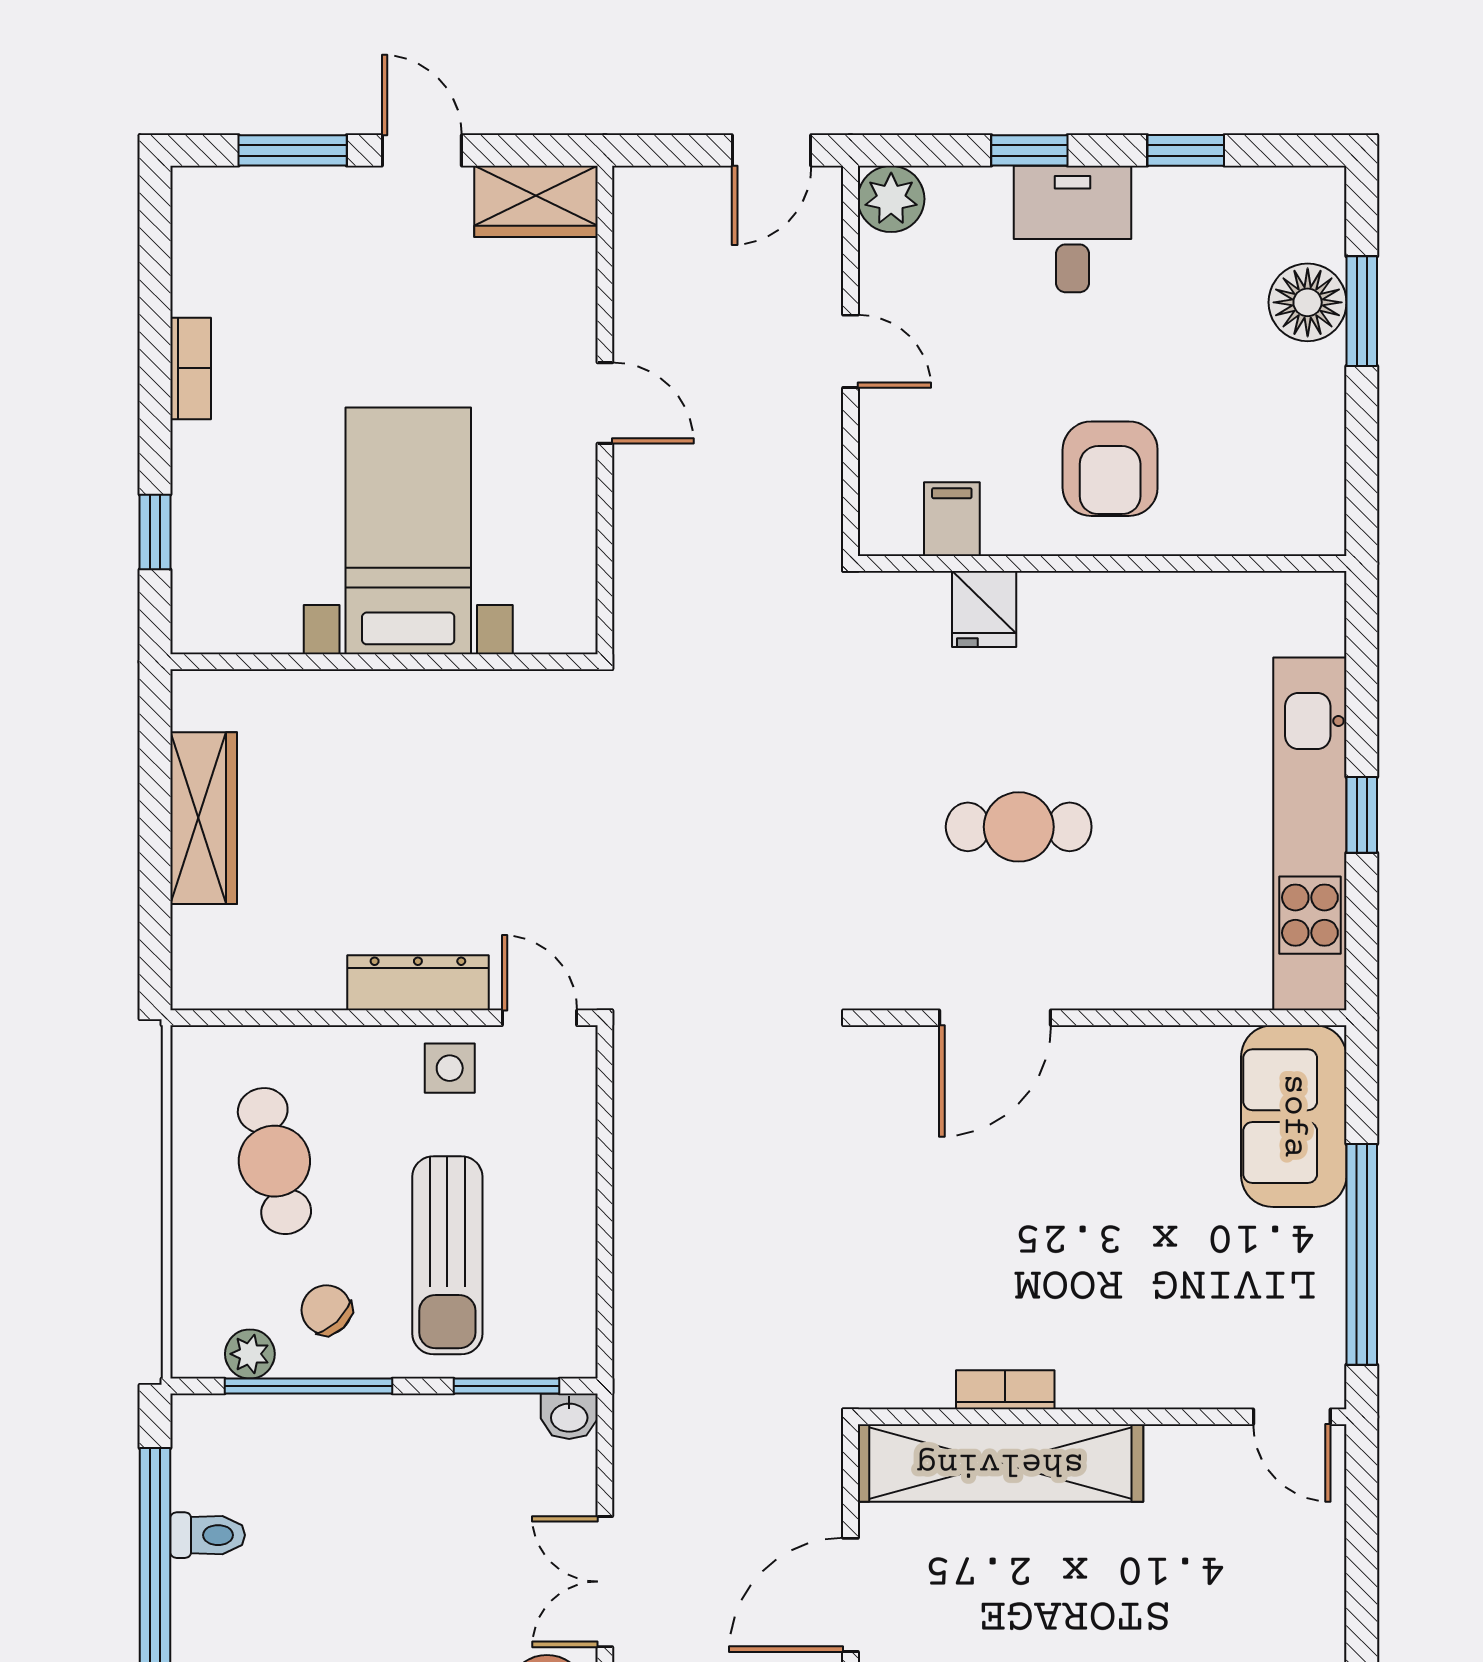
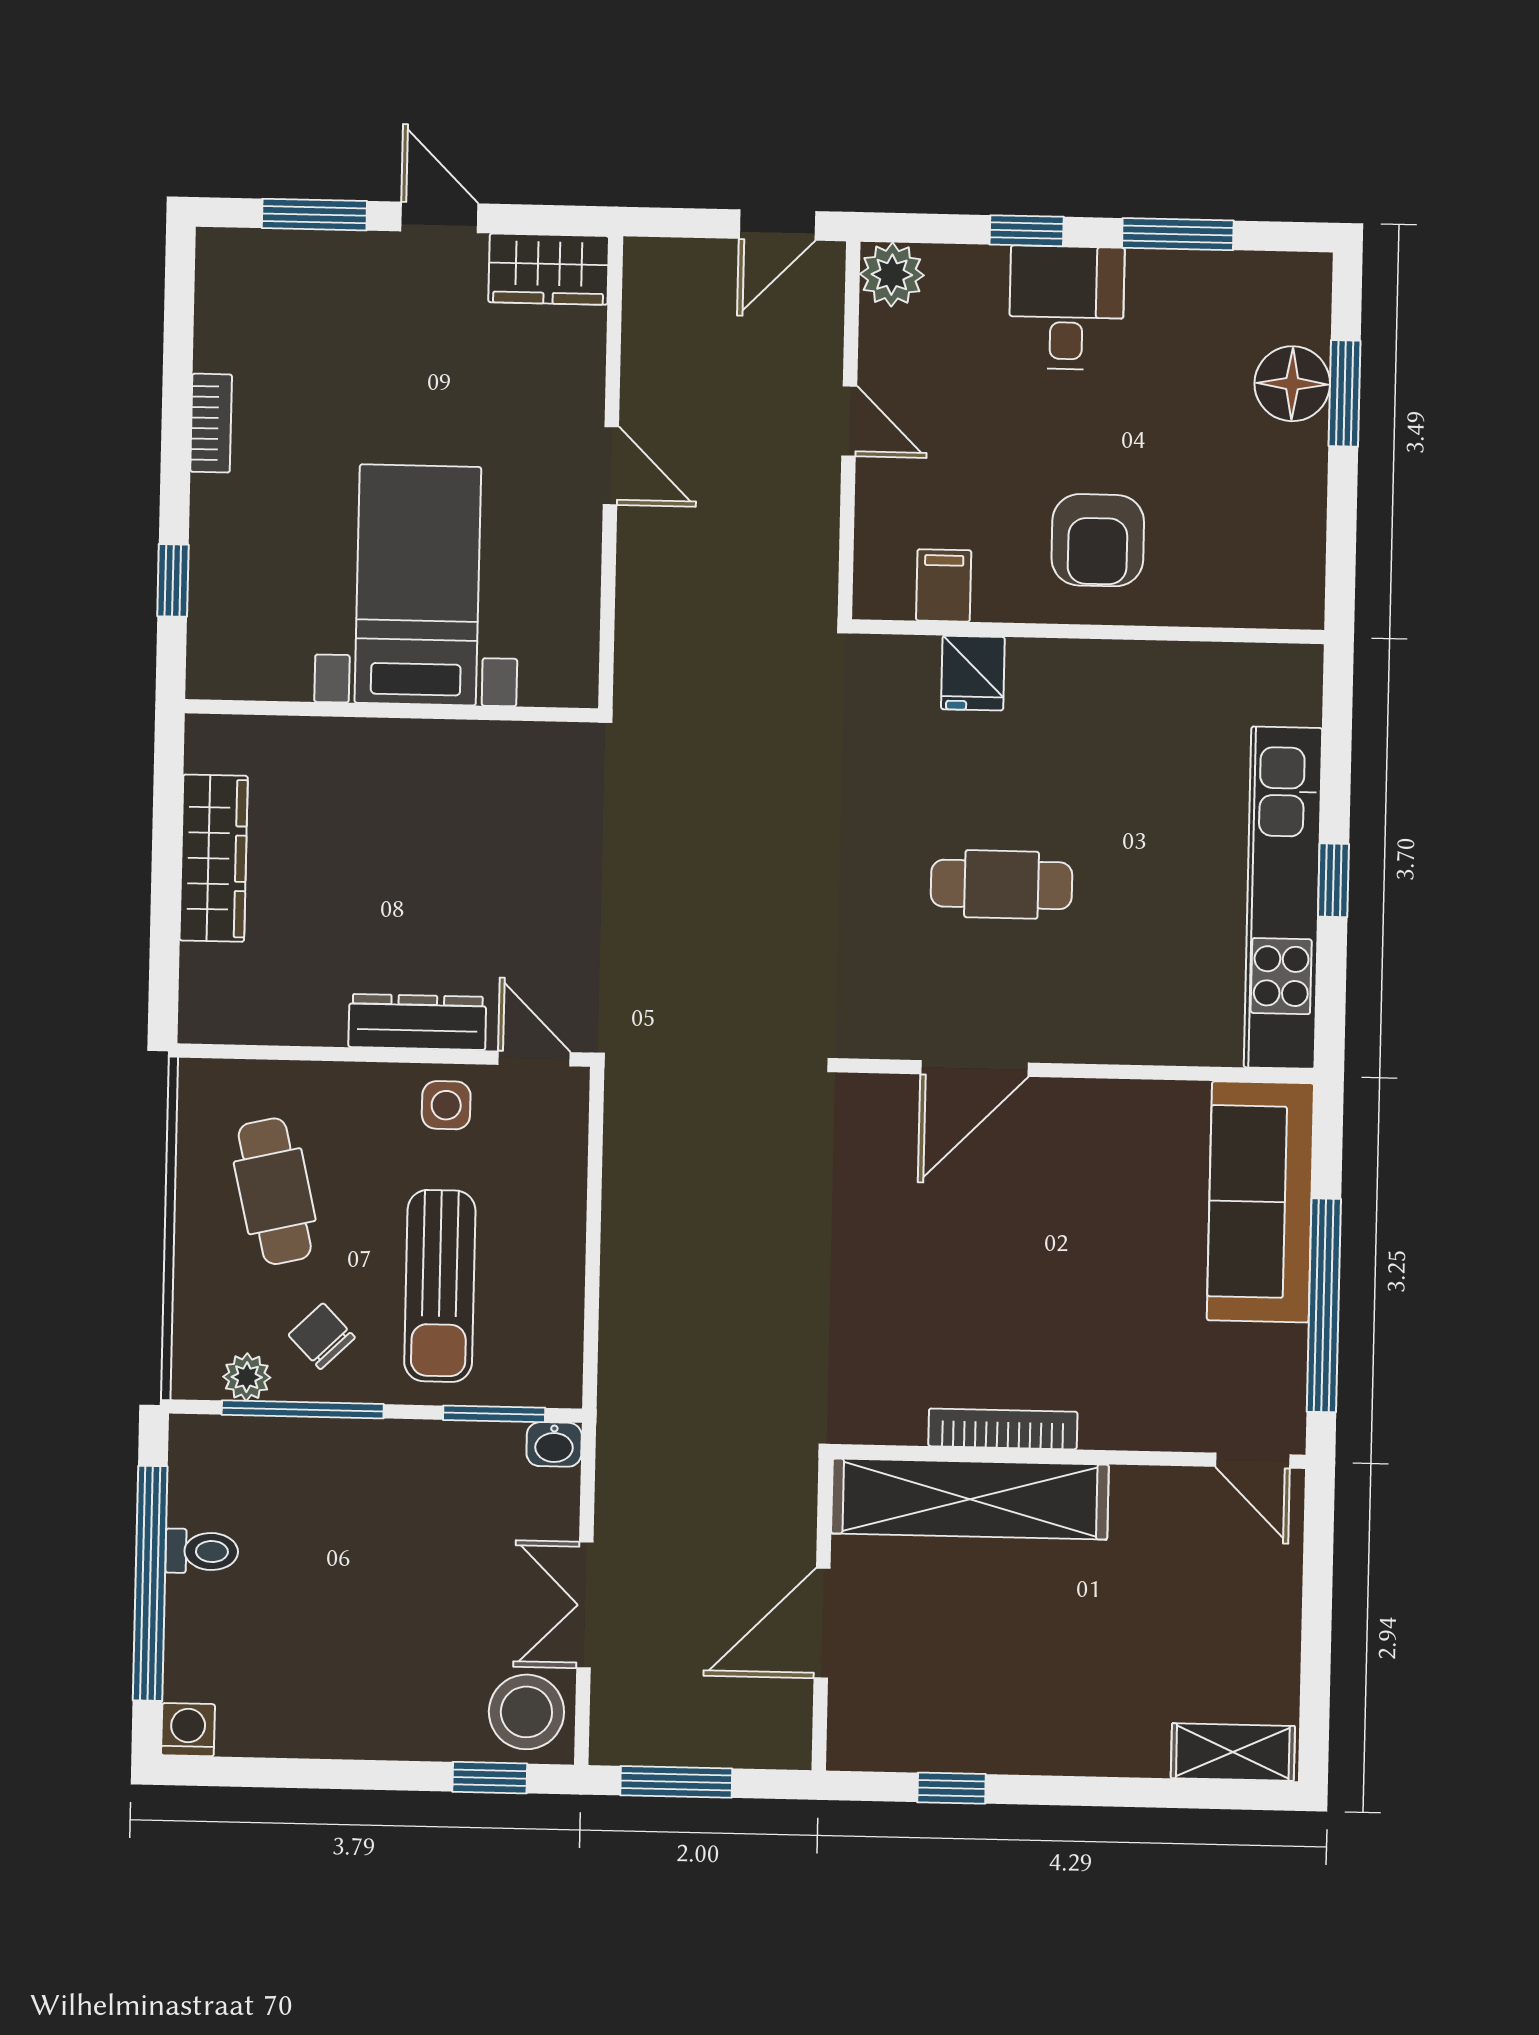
window: (1186, 150) -> (1178, 234), width x1.50
sofa: (1294, 1116) -> (1260, 1202), width x1.36
bookcase: (1005, 1390) -> (1003, 1429), width x1.56

